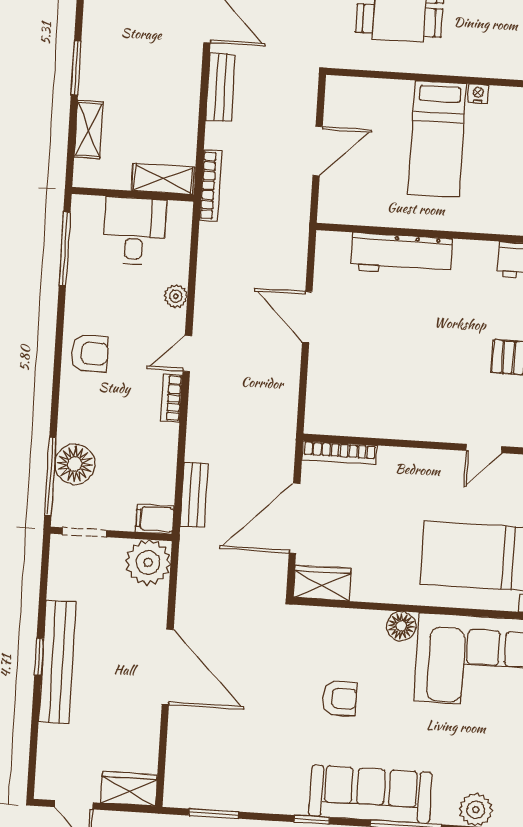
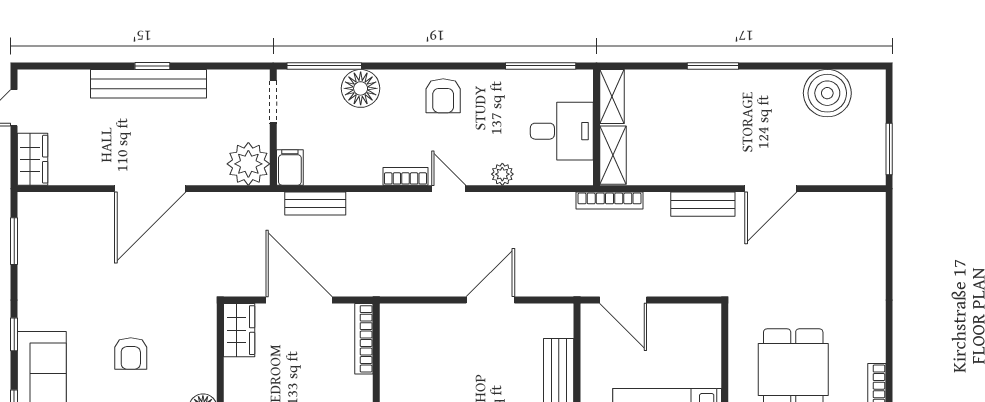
shelving: (89, 129) -> (612, 96), moved, turned 90
door: (318, 151) -> (623, 300), moved
floor lamp: (75, 464) -> (361, 88), moved

